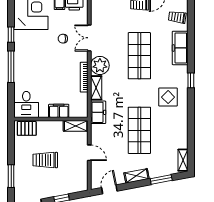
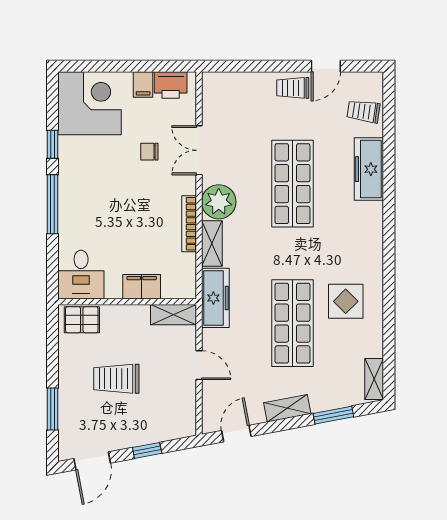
window: (191, 80) -> (389, 230), removed
display table: (168, 97) -> (346, 301), moved
freezer: (98, 112) -> (215, 298), width x1.40

